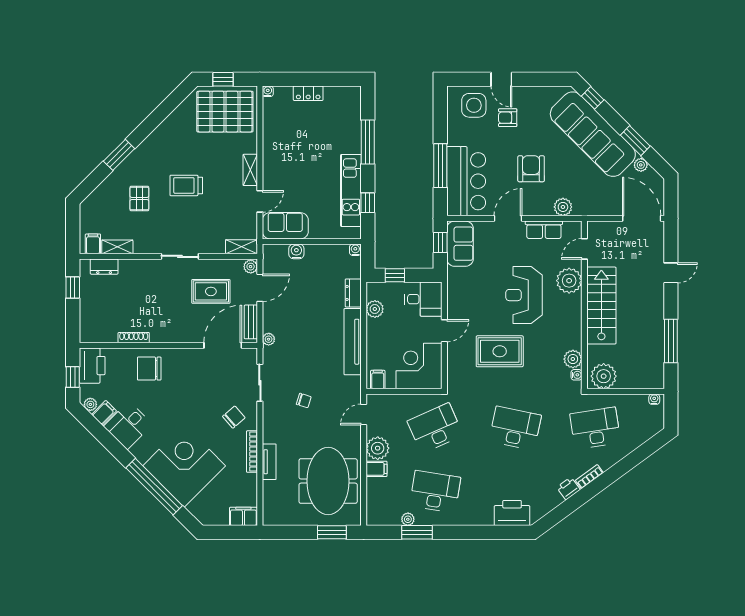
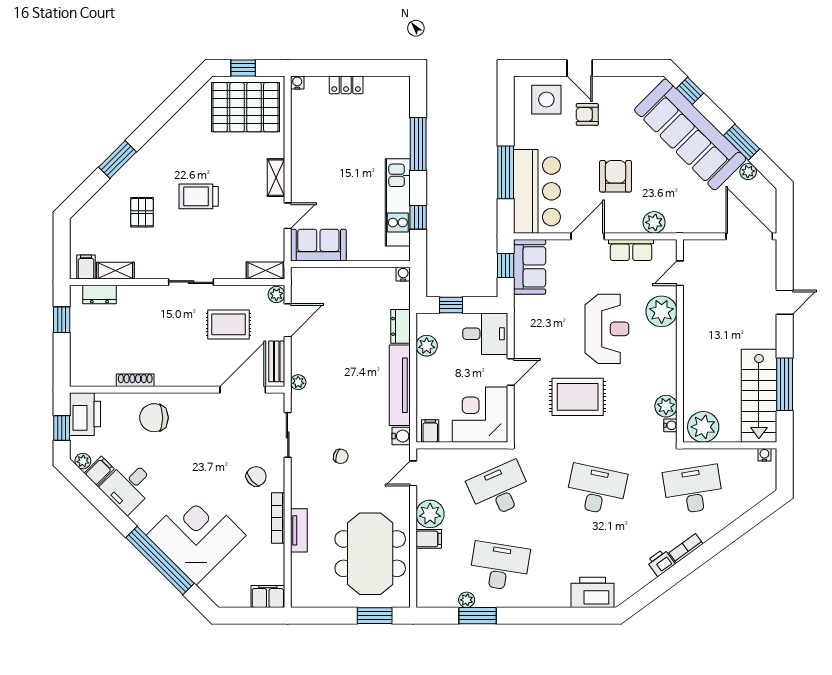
water cooler: (296, 251) -> (401, 436), moved, turned 90
reception desk: (524, 295) -> (607, 329), turned 180
stairs: (601, 306) -> (759, 396), moved, turned 180

